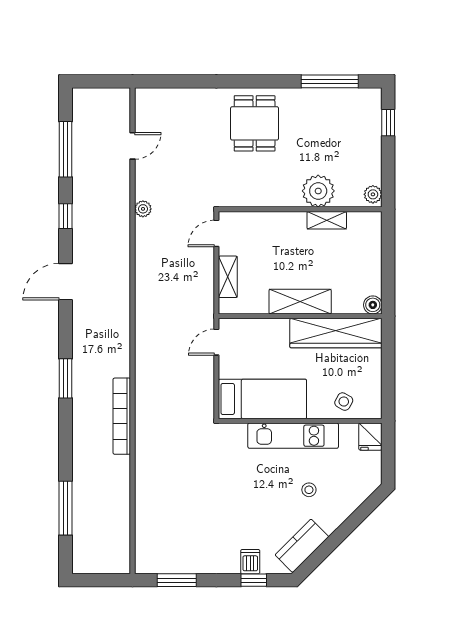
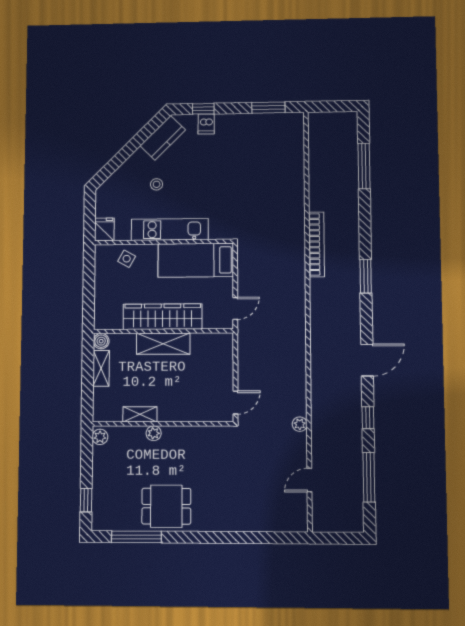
dining table: (255, 123) -> (166, 506), moved, turned 90
plant: (318, 191) -> (154, 433), width x0.53, depth x0.53
shelving: (228, 277) -> (101, 368), moved
wardrobe: (336, 333) -> (163, 317), moved

